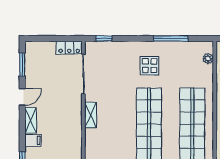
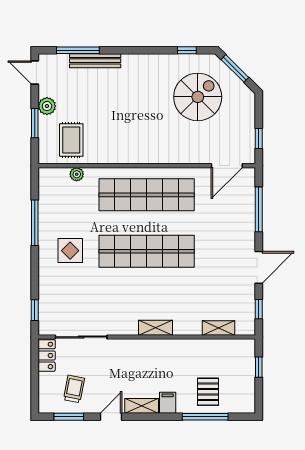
plant: (208, 59) -> (77, 174), moved
trolley: (44, 69) -> (74, 389), added
door: (22, 97) -> (111, 417), hinge flipped
shelving: (90, 115) -> (156, 328), moved

